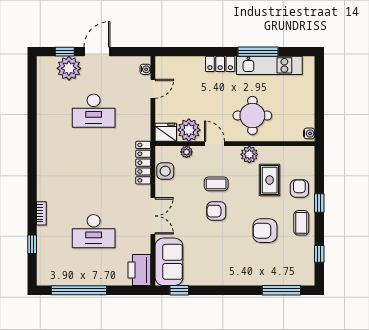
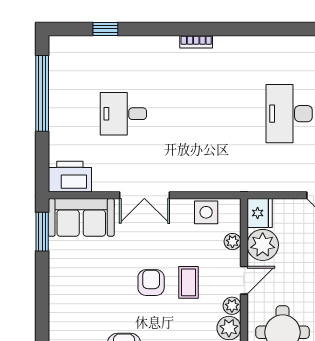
plant: (233, 152) -> (232, 306), added
locker: (143, 163) -> (218, 182), removed
bookcase: (41, 213) -> (196, 42), moved
desk: (94, 231) -> (123, 114), width x0.73
window: (179, 290) -> (42, 232), width x1.50

